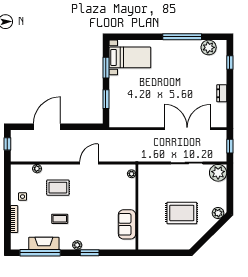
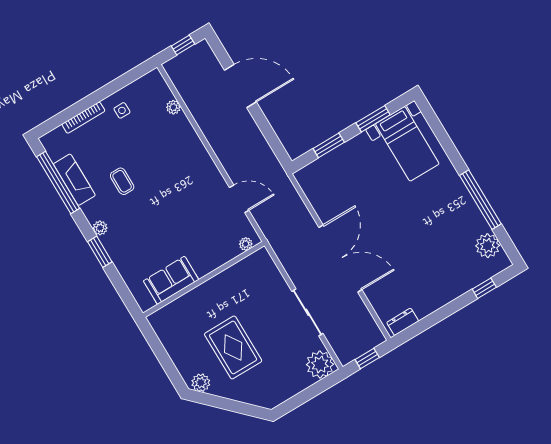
dresser: (222, 93) -> (403, 322), moved
double door: (187, 129) -> (340, 259), moved
door: (89, 163) -> (239, 199), moved
rug: (58, 188) -> (164, 152), removed
plant: (218, 213) -> (201, 383), moved

